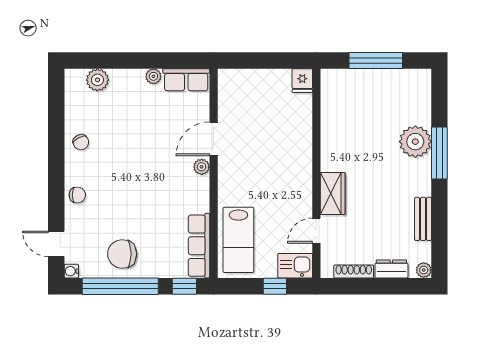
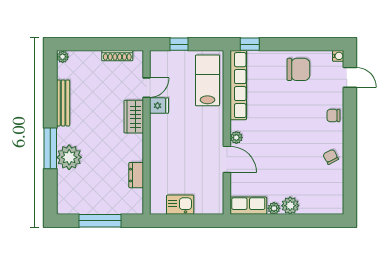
plant: (97, 80) -> (290, 206), moved
fridge: (302, 81) -> (159, 106), moved, turned 90
door: (214, 139) -> (227, 159), hinge flipped
bench: (423, 219) -> (63, 103), width x1.36
row of seats: (199, 246) -> (238, 85), width x1.36
kitchen sink: (295, 266) -> (180, 205), moved, turned 180
dresser: (391, 269) -> (136, 175), moved, turned 90
window: (120, 286) -> (300, 44), removed

